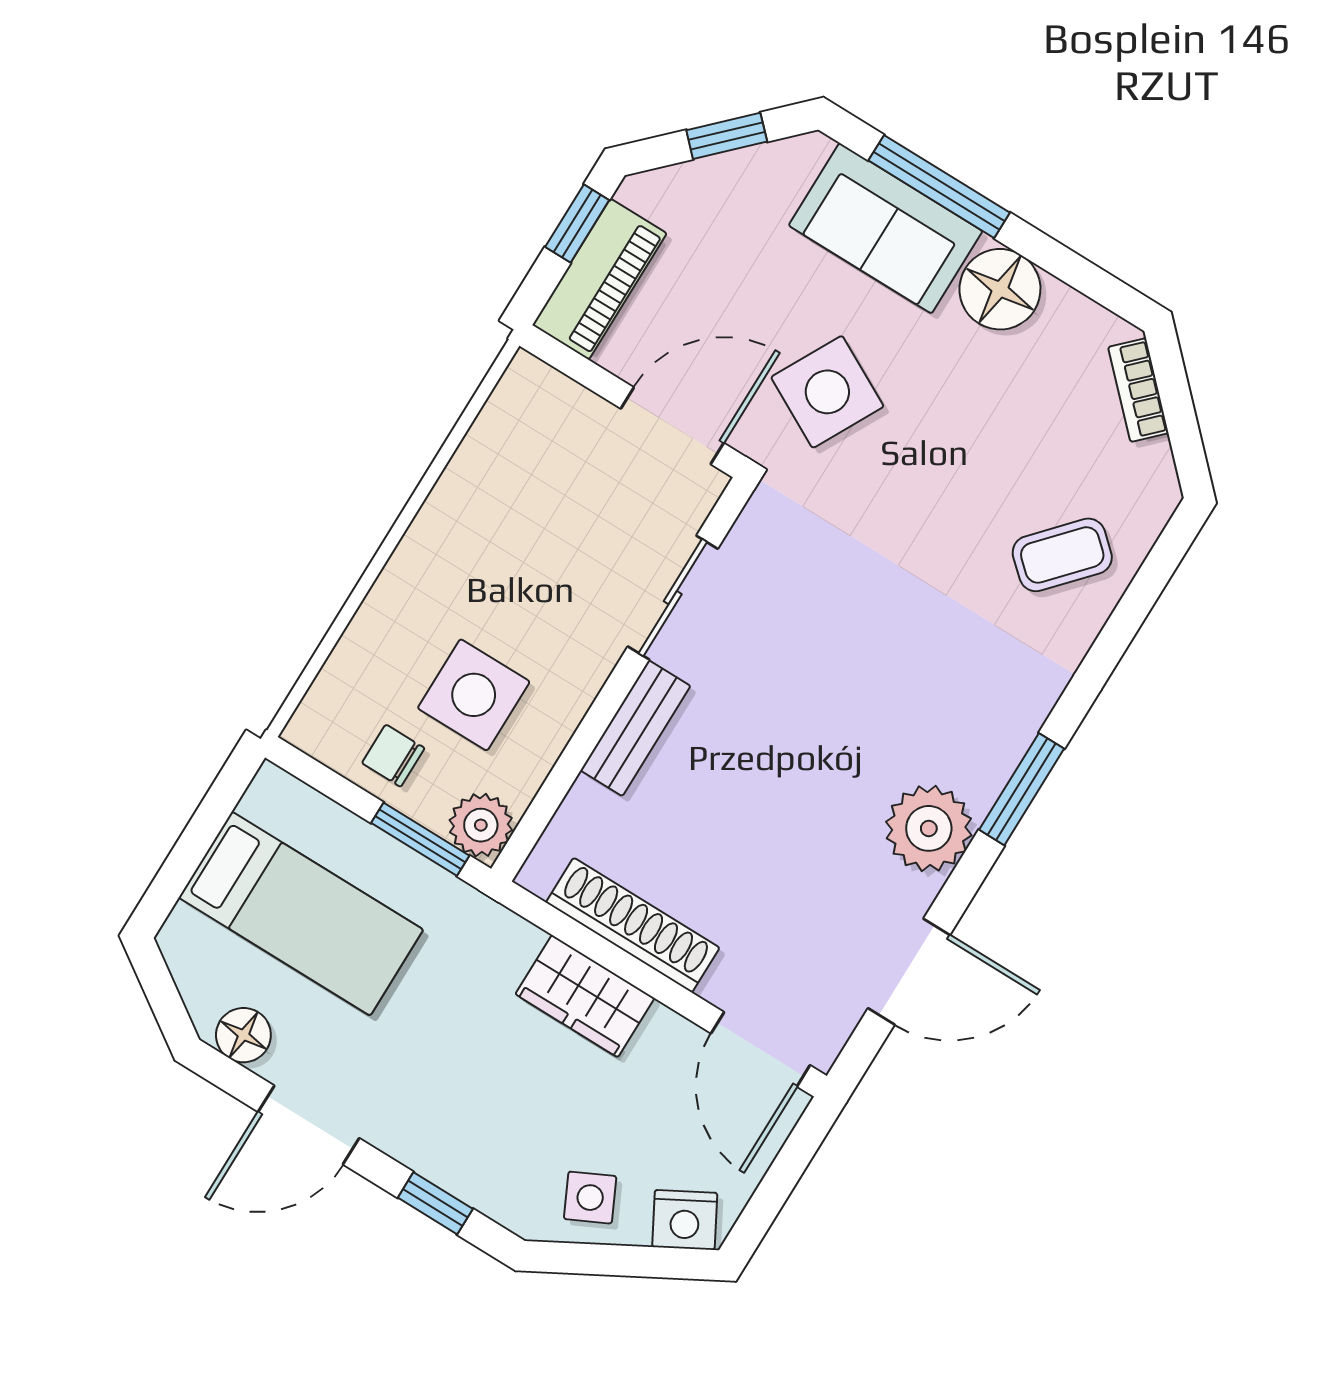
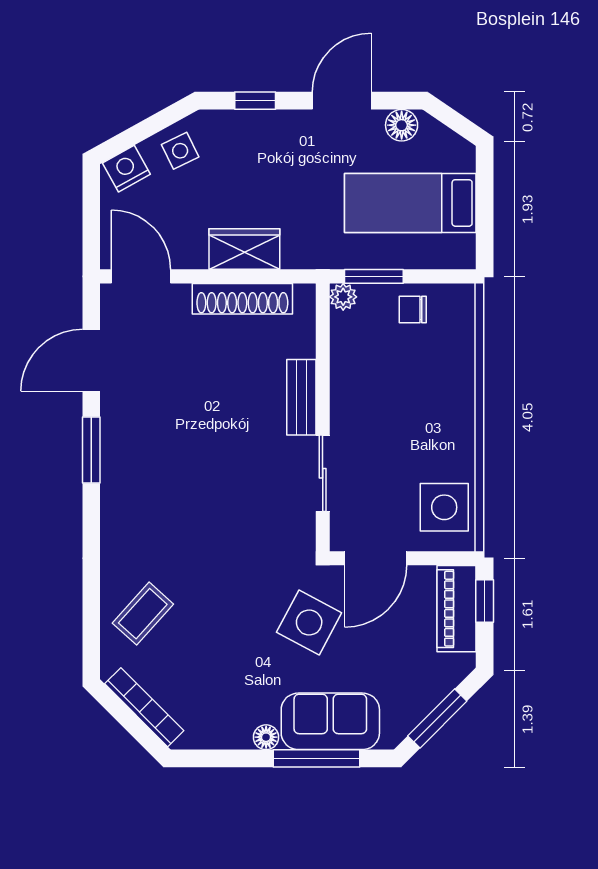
window: (727, 136) -> (437, 719), width x1.50
window: (577, 223) -> (485, 601), moved
floor lamp: (1000, 289) -> (266, 737), width x0.53, depth x0.53
bookcase: (1138, 390) -> (144, 707), width x1.56
side table: (474, 695) -> (444, 507), moved
chair: (393, 756) -> (413, 309), turned 180
window: (1022, 789) -> (91, 450), moved
plant: (481, 825) -> (343, 297), width x0.73, depth x0.73
plant: (929, 828) -> (125, 437), removed

